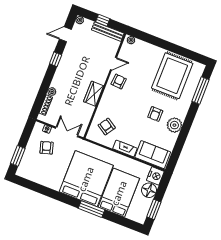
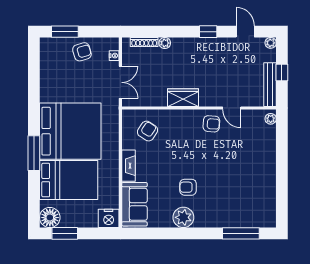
rug: (172, 76) -> (246, 190), removed
armchair: (47, 148) -> (82, 52), moved
floor lamp: (149, 190) -> (50, 218), moved

